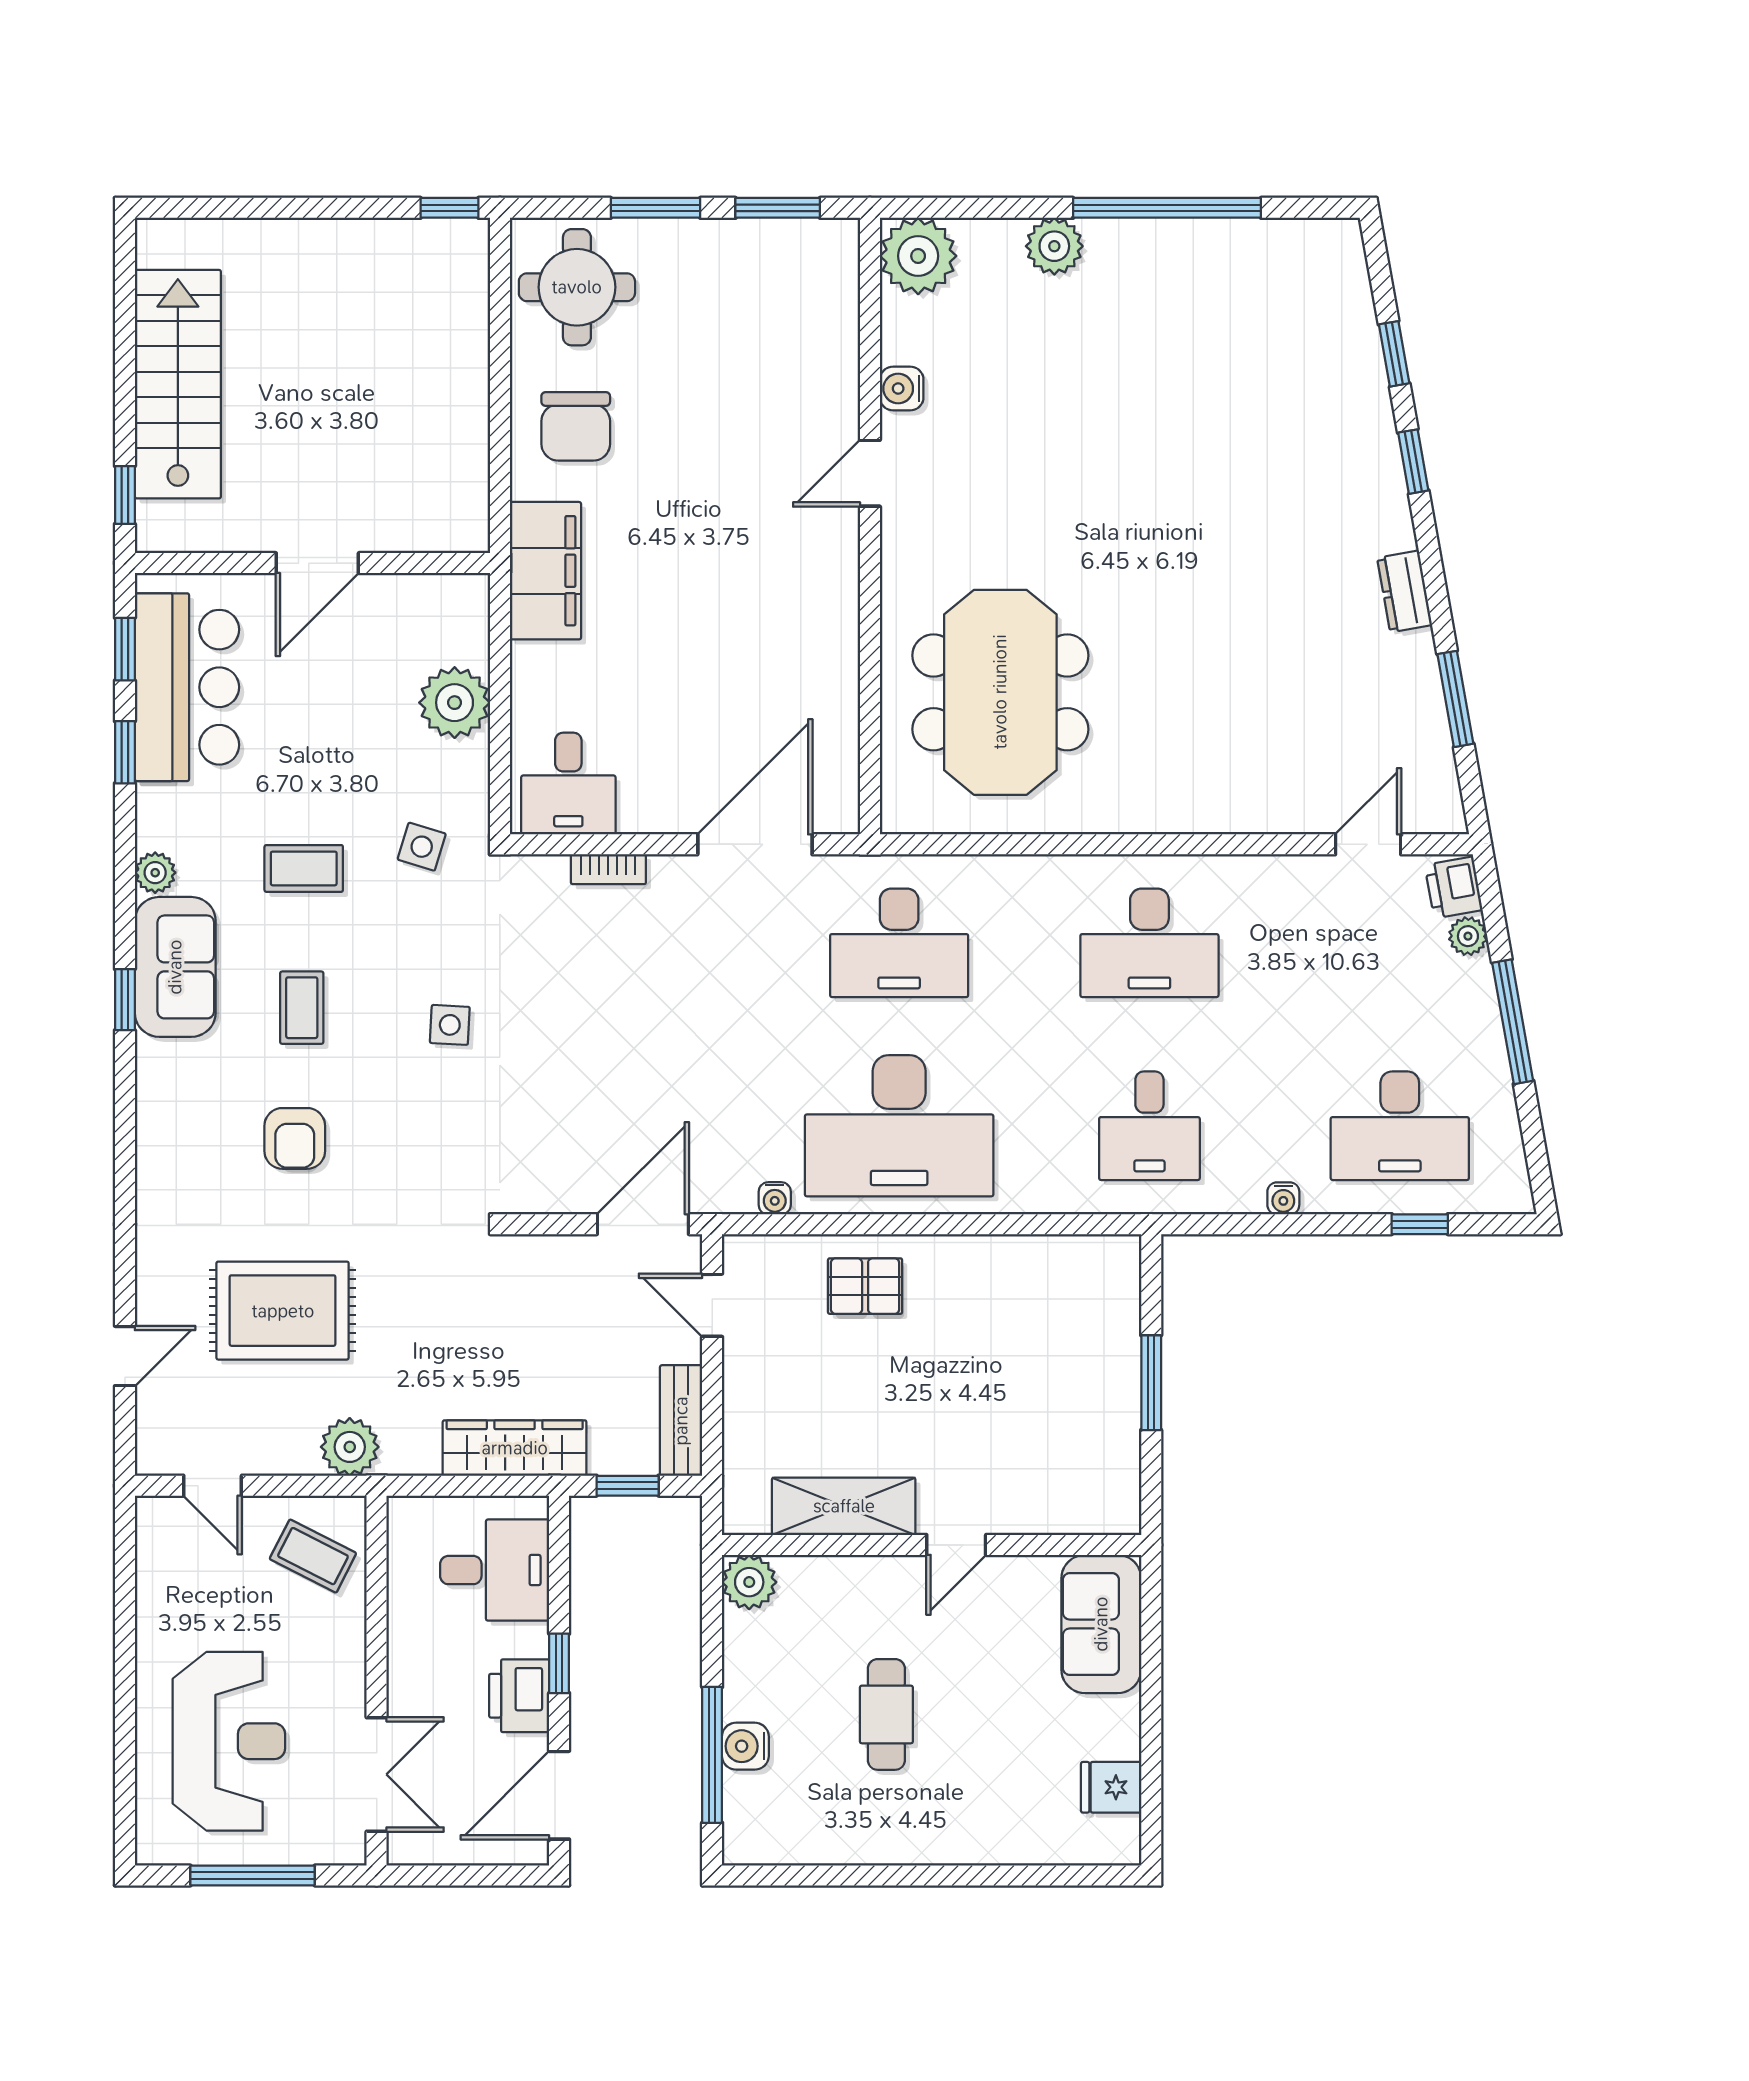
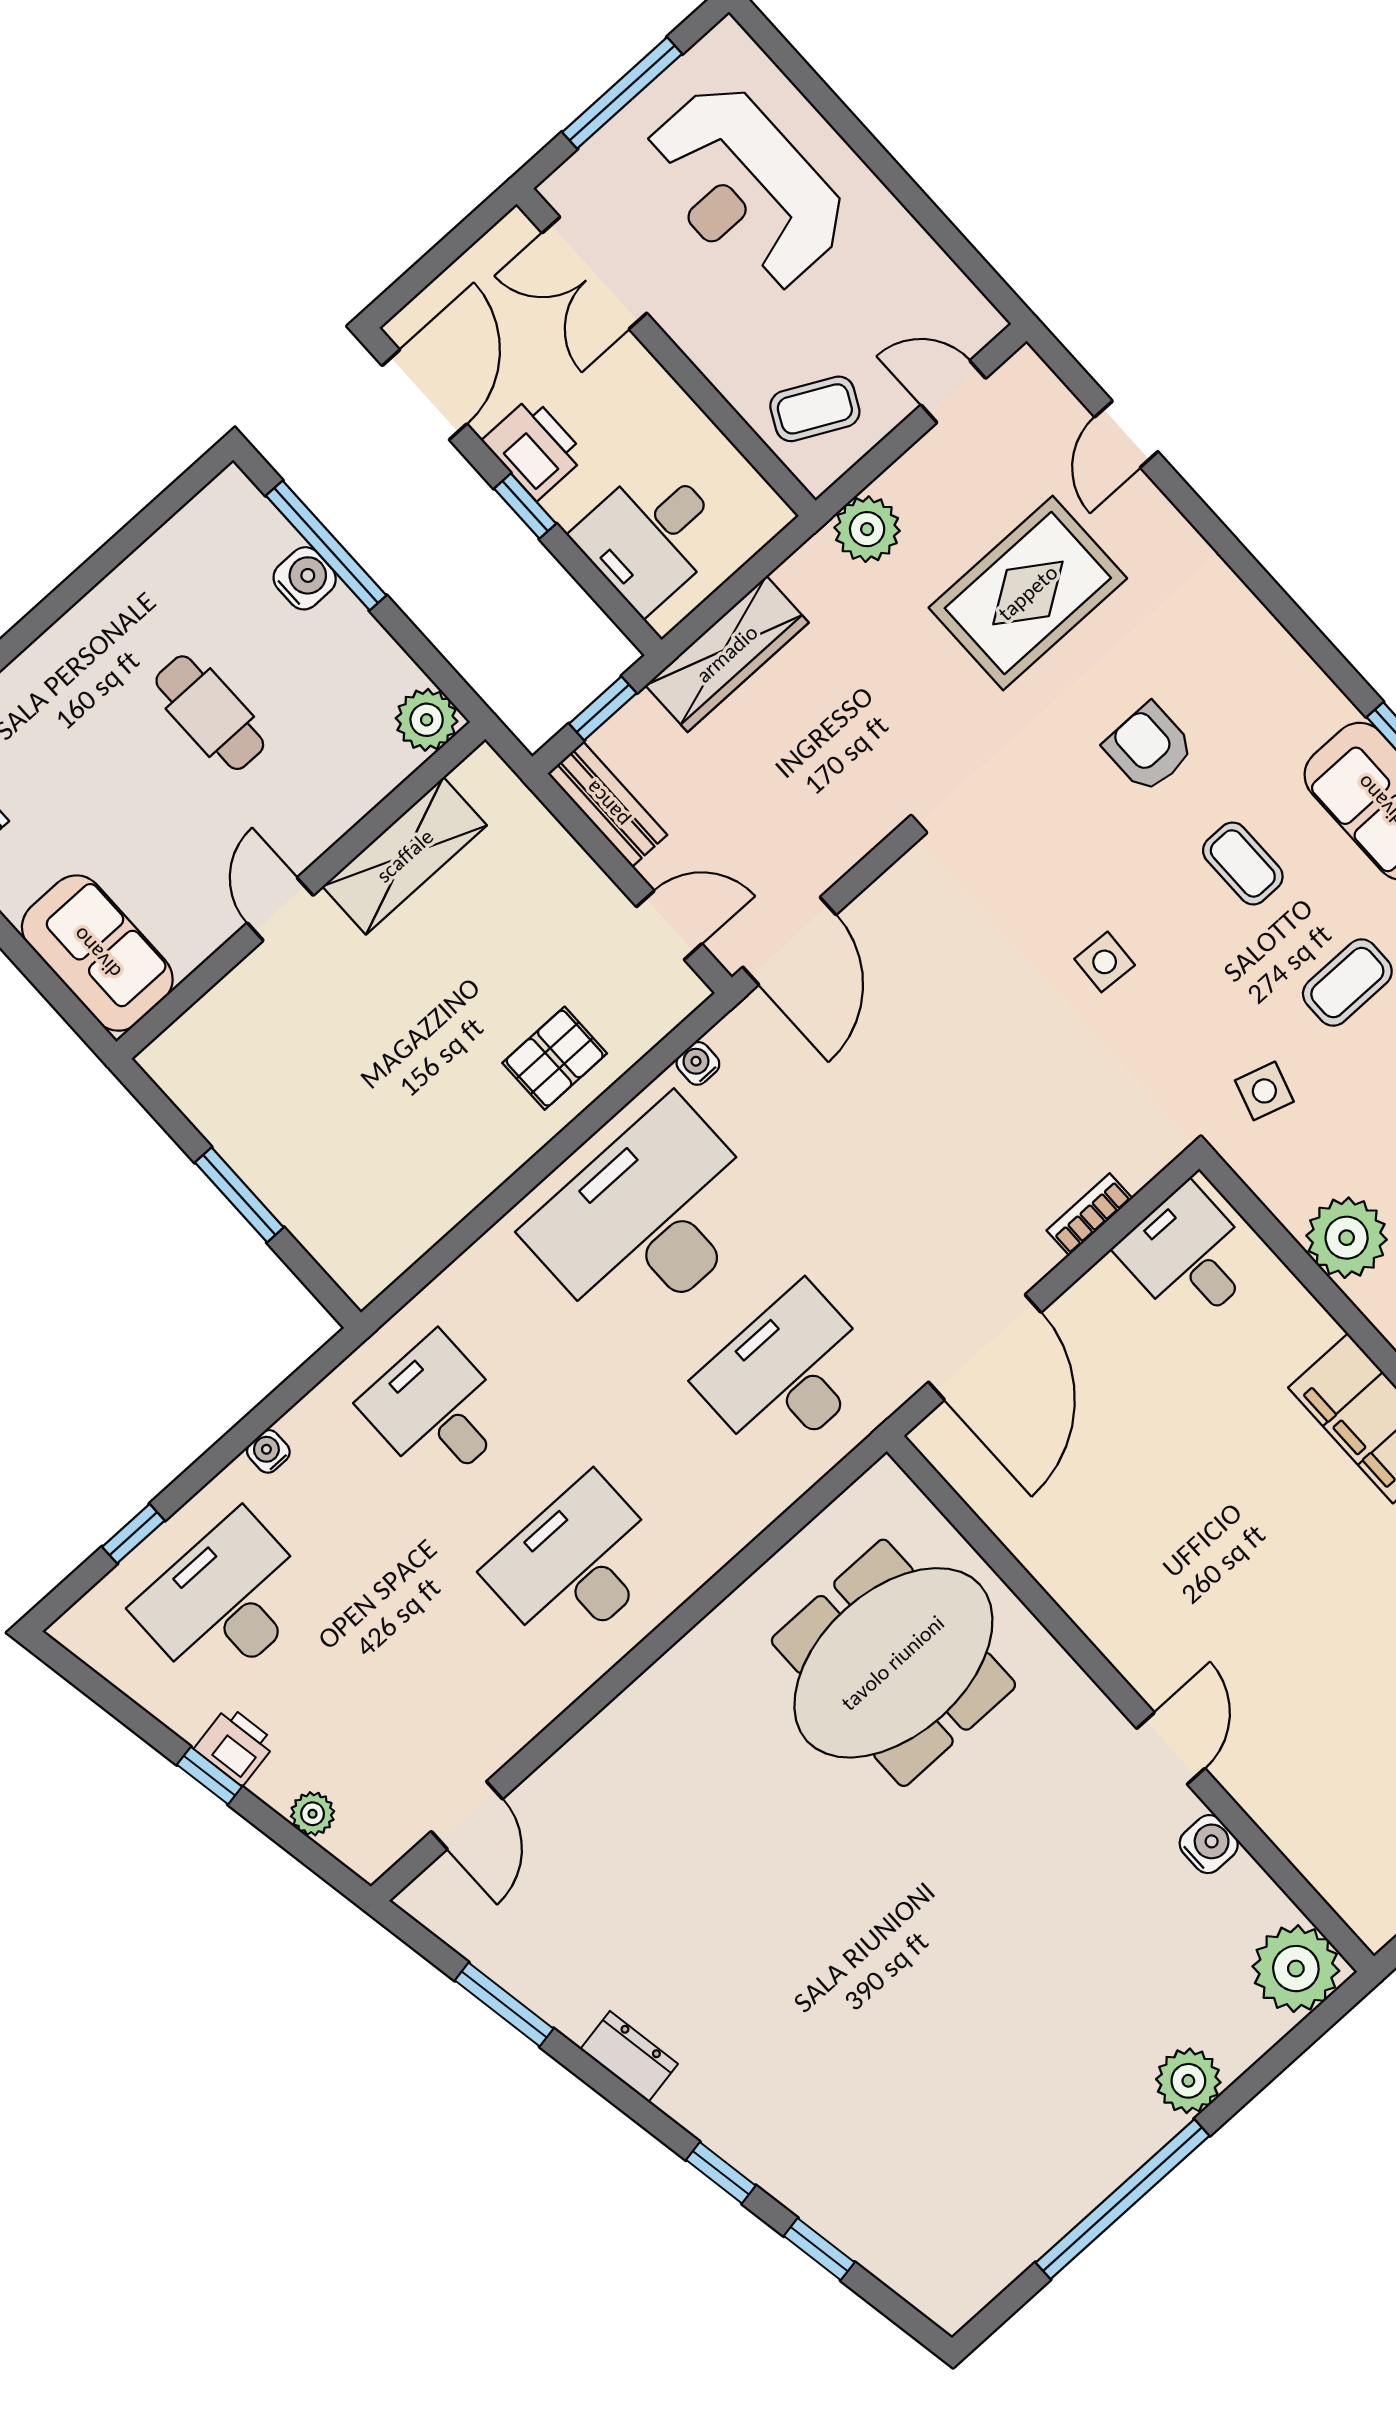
meeting table: (1000, 692) -> (893, 1663), turned 90
printer: (1454, 887) -> (235, 1746), moved
window: (1513, 1022) -> (209, 1776), width x0.46

